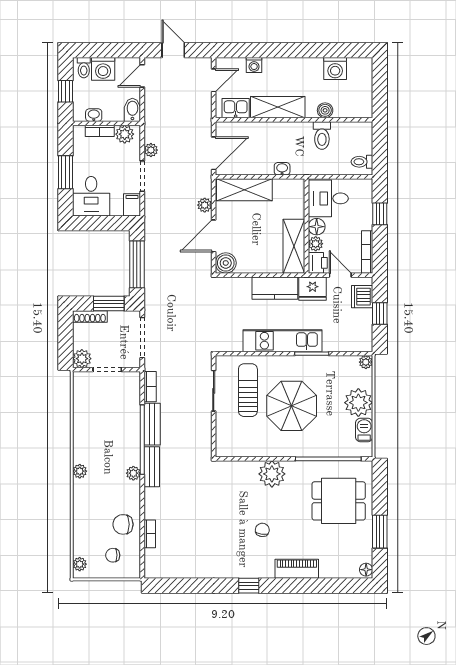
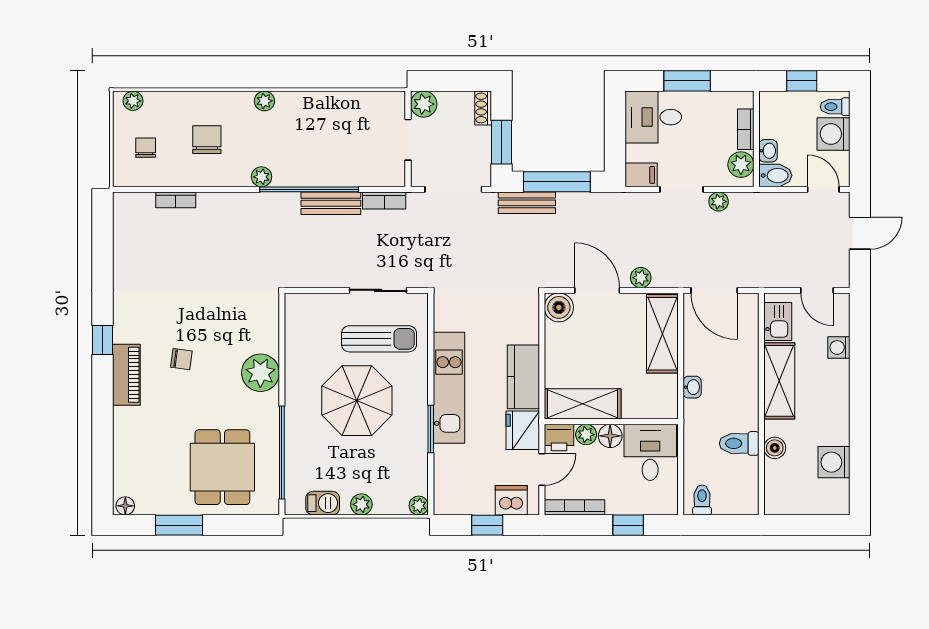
washbasin: (94, 115) -> (768, 151), moved
shoe rack: (90, 317) -> (483, 108), width x0.70
plant: (358, 403) -> (361, 504), width x0.53, depth x0.53
bench: (152, 467) -> (527, 203), moved
chair: (123, 524) -> (207, 140), moved
piano: (297, 569) -> (126, 375), moved

